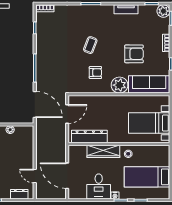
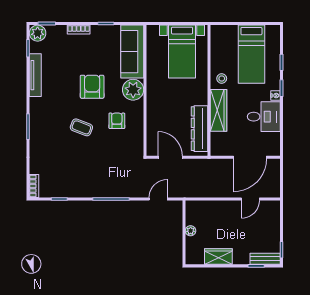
tv unit: (126, 9) -> (35, 75), width x1.41
armchair: (134, 54) -> (92, 87), moved
door: (35, 105) -> (158, 199), width x0.53
dresser: (19, 194) -> (274, 219), removed

